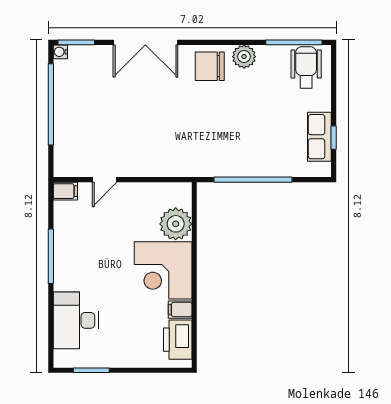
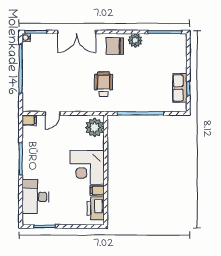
wheelchair: (306, 67) -> (104, 84), moved
plant: (176, 224) -> (95, 128), moved

